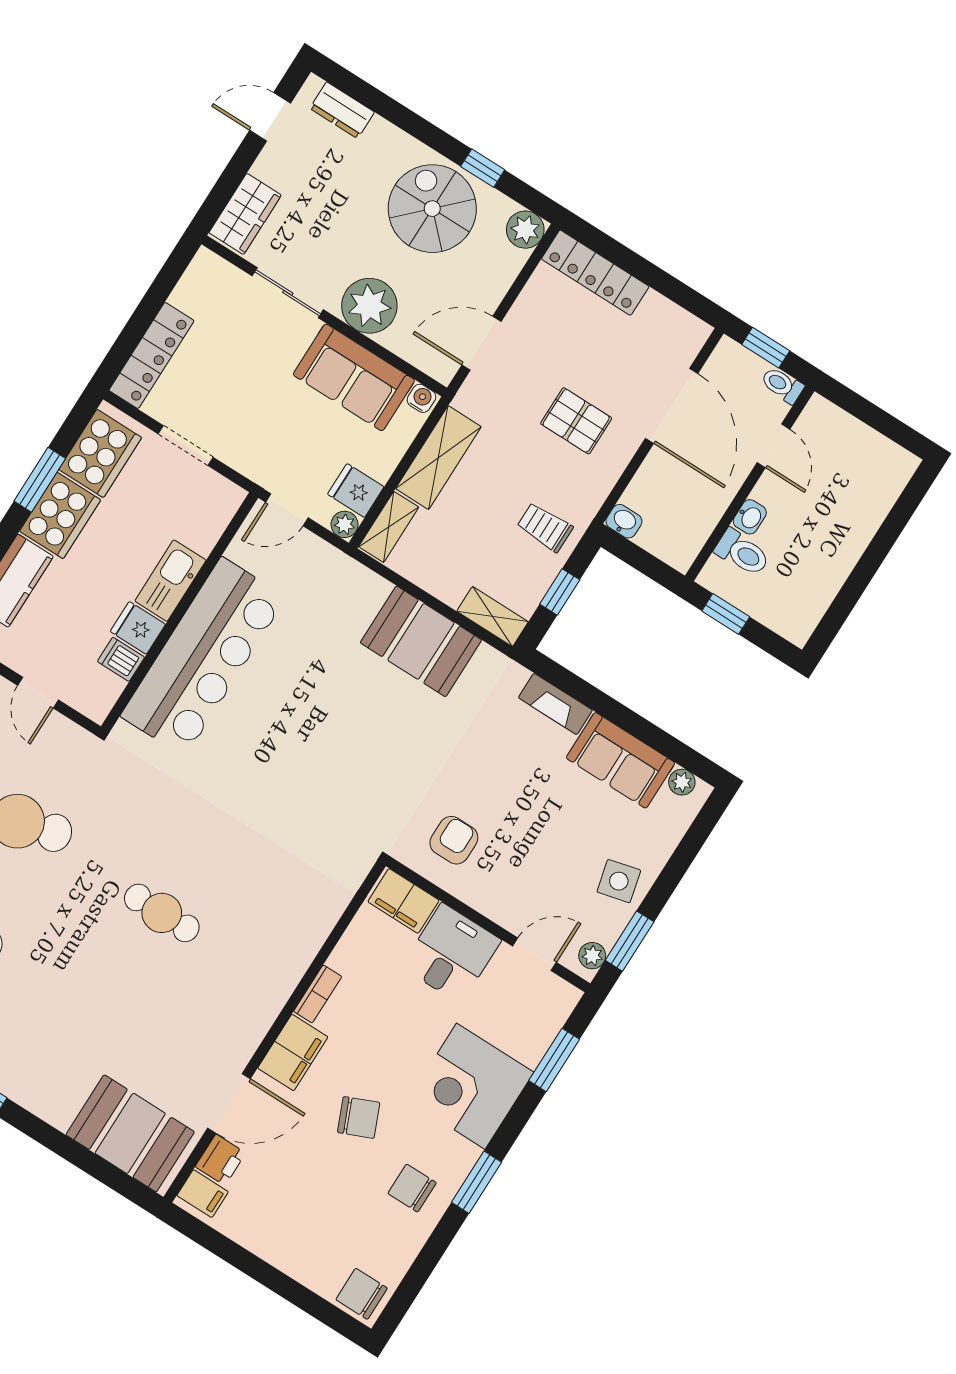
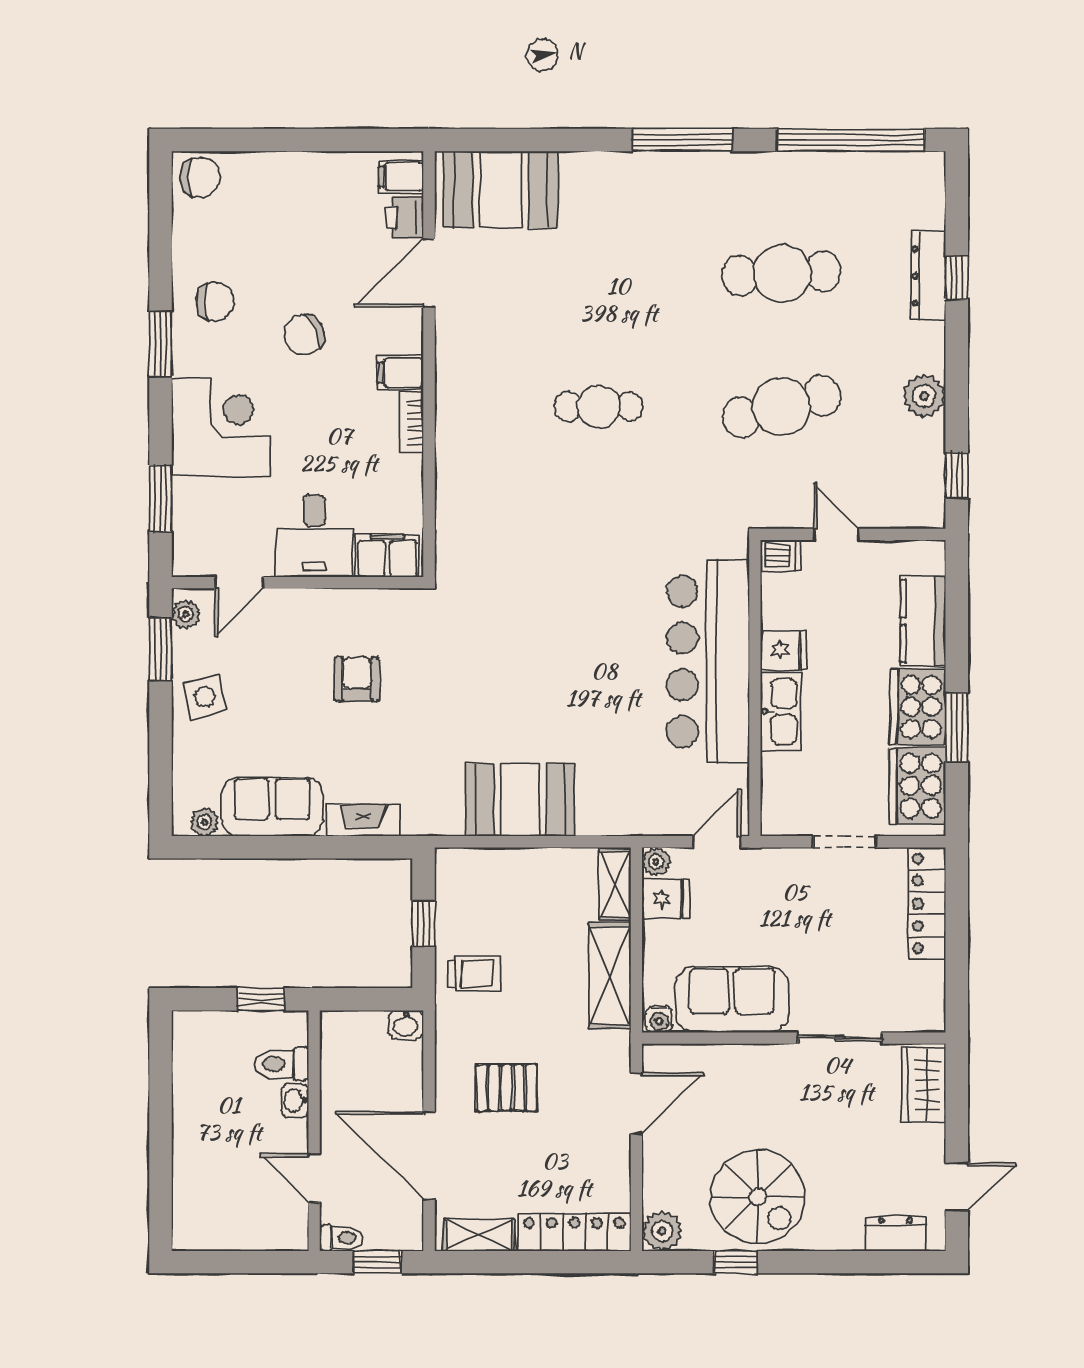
plant: (369, 306) -> (759, 1073), removed
shelving: (493, 616) -> (479, 1235), moved
dishwasher: (121, 659) -> (781, 556), moved
armchair: (454, 840) -> (357, 679), moved, turned 180
filing cabinet: (293, 1053) -> (400, 373), width x0.50

